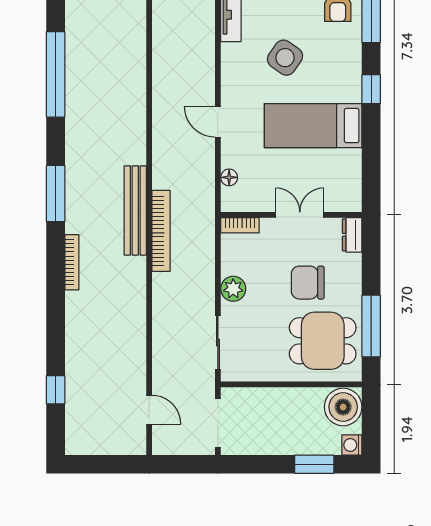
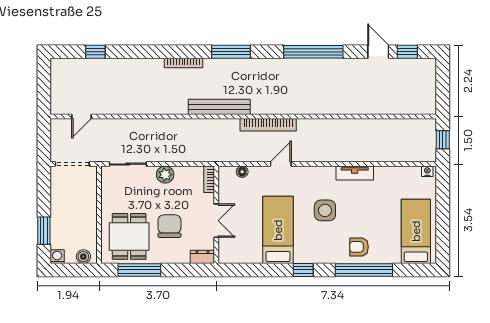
side table: (285, 58) -> (325, 210), turned -35
bookcase: (161, 231) -> (268, 125), moved
boiler: (343, 407) -> (83, 257), width x0.54, depth x0.54

